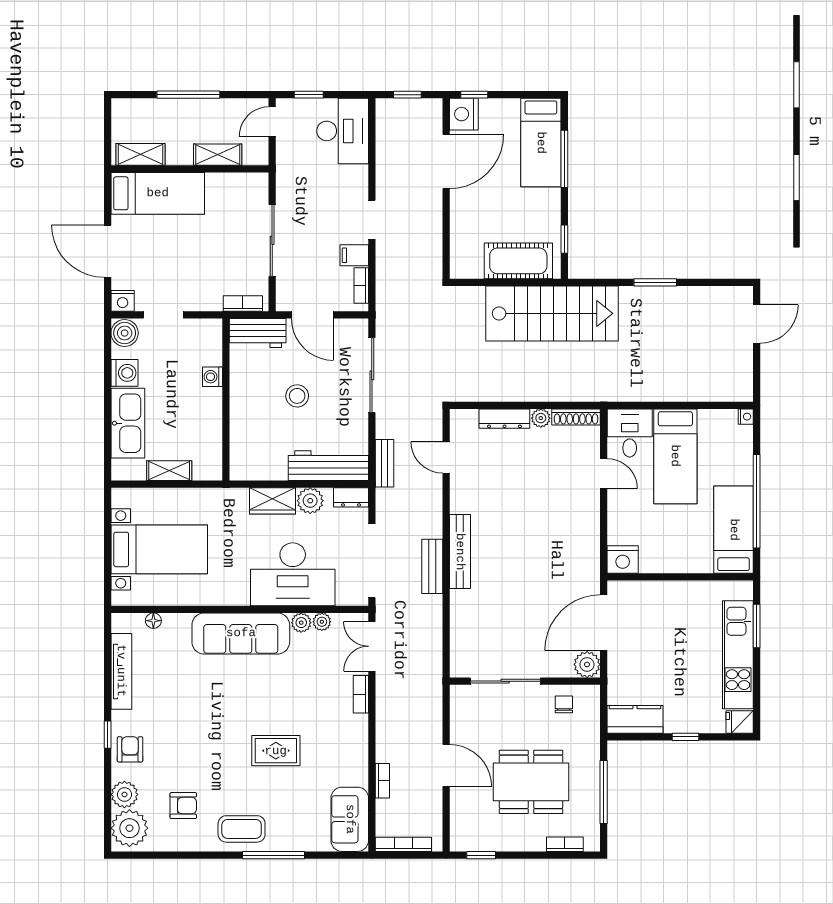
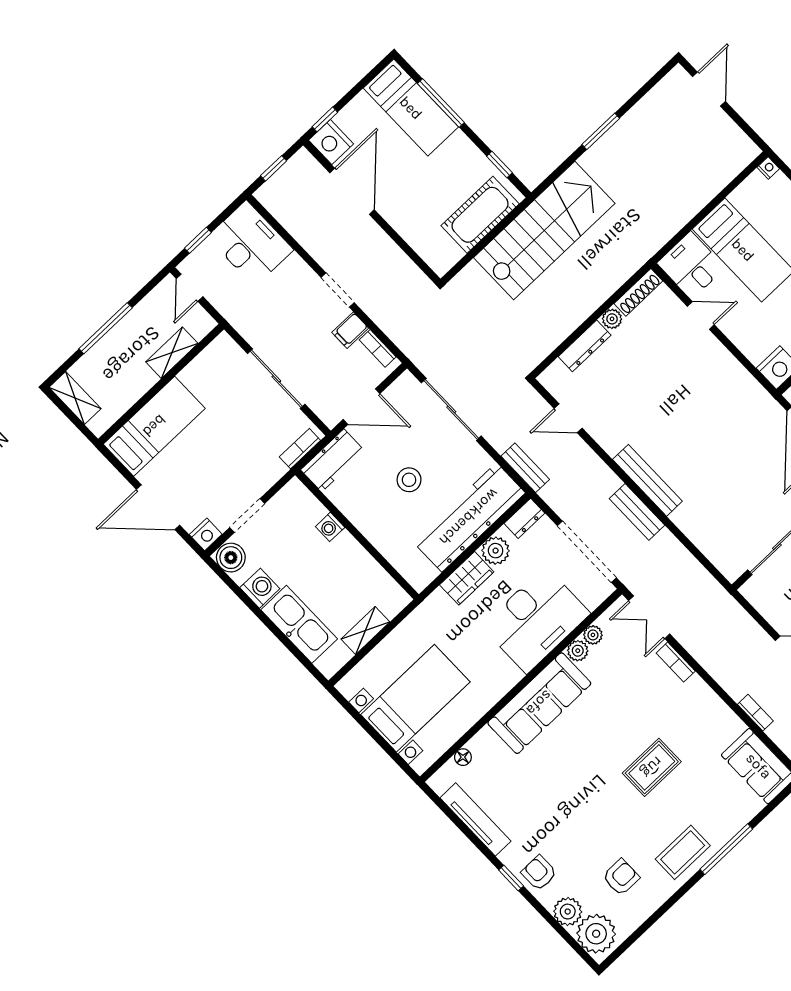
shelving: (140, 154) -> (75, 398), moved, turned 90
workbench: (328, 466) -> (469, 517), width x1.36, depth x1.32

